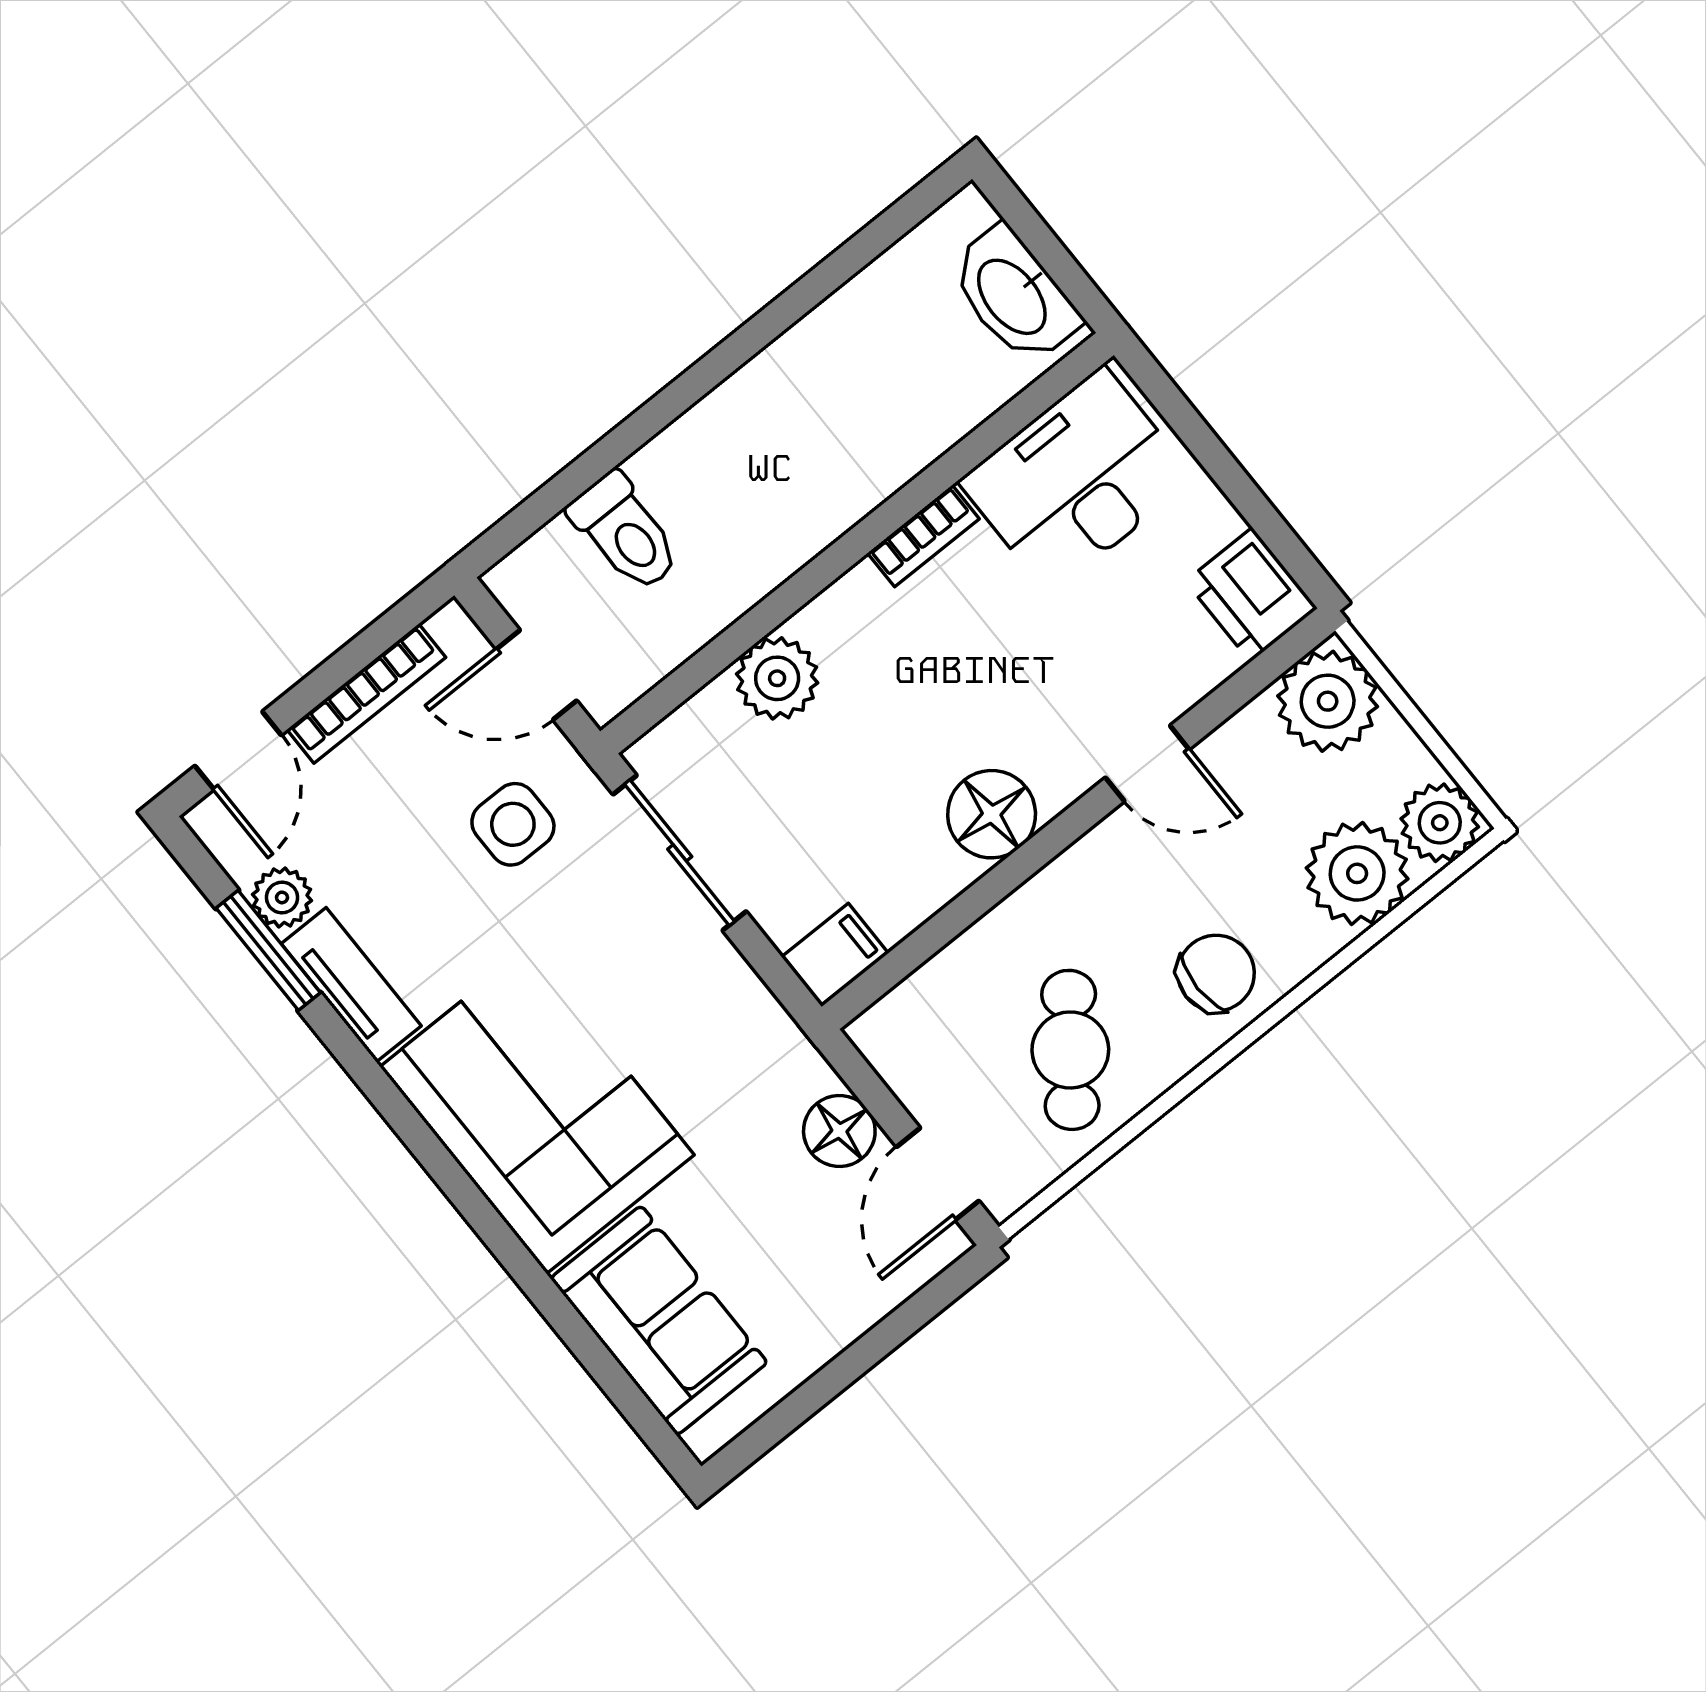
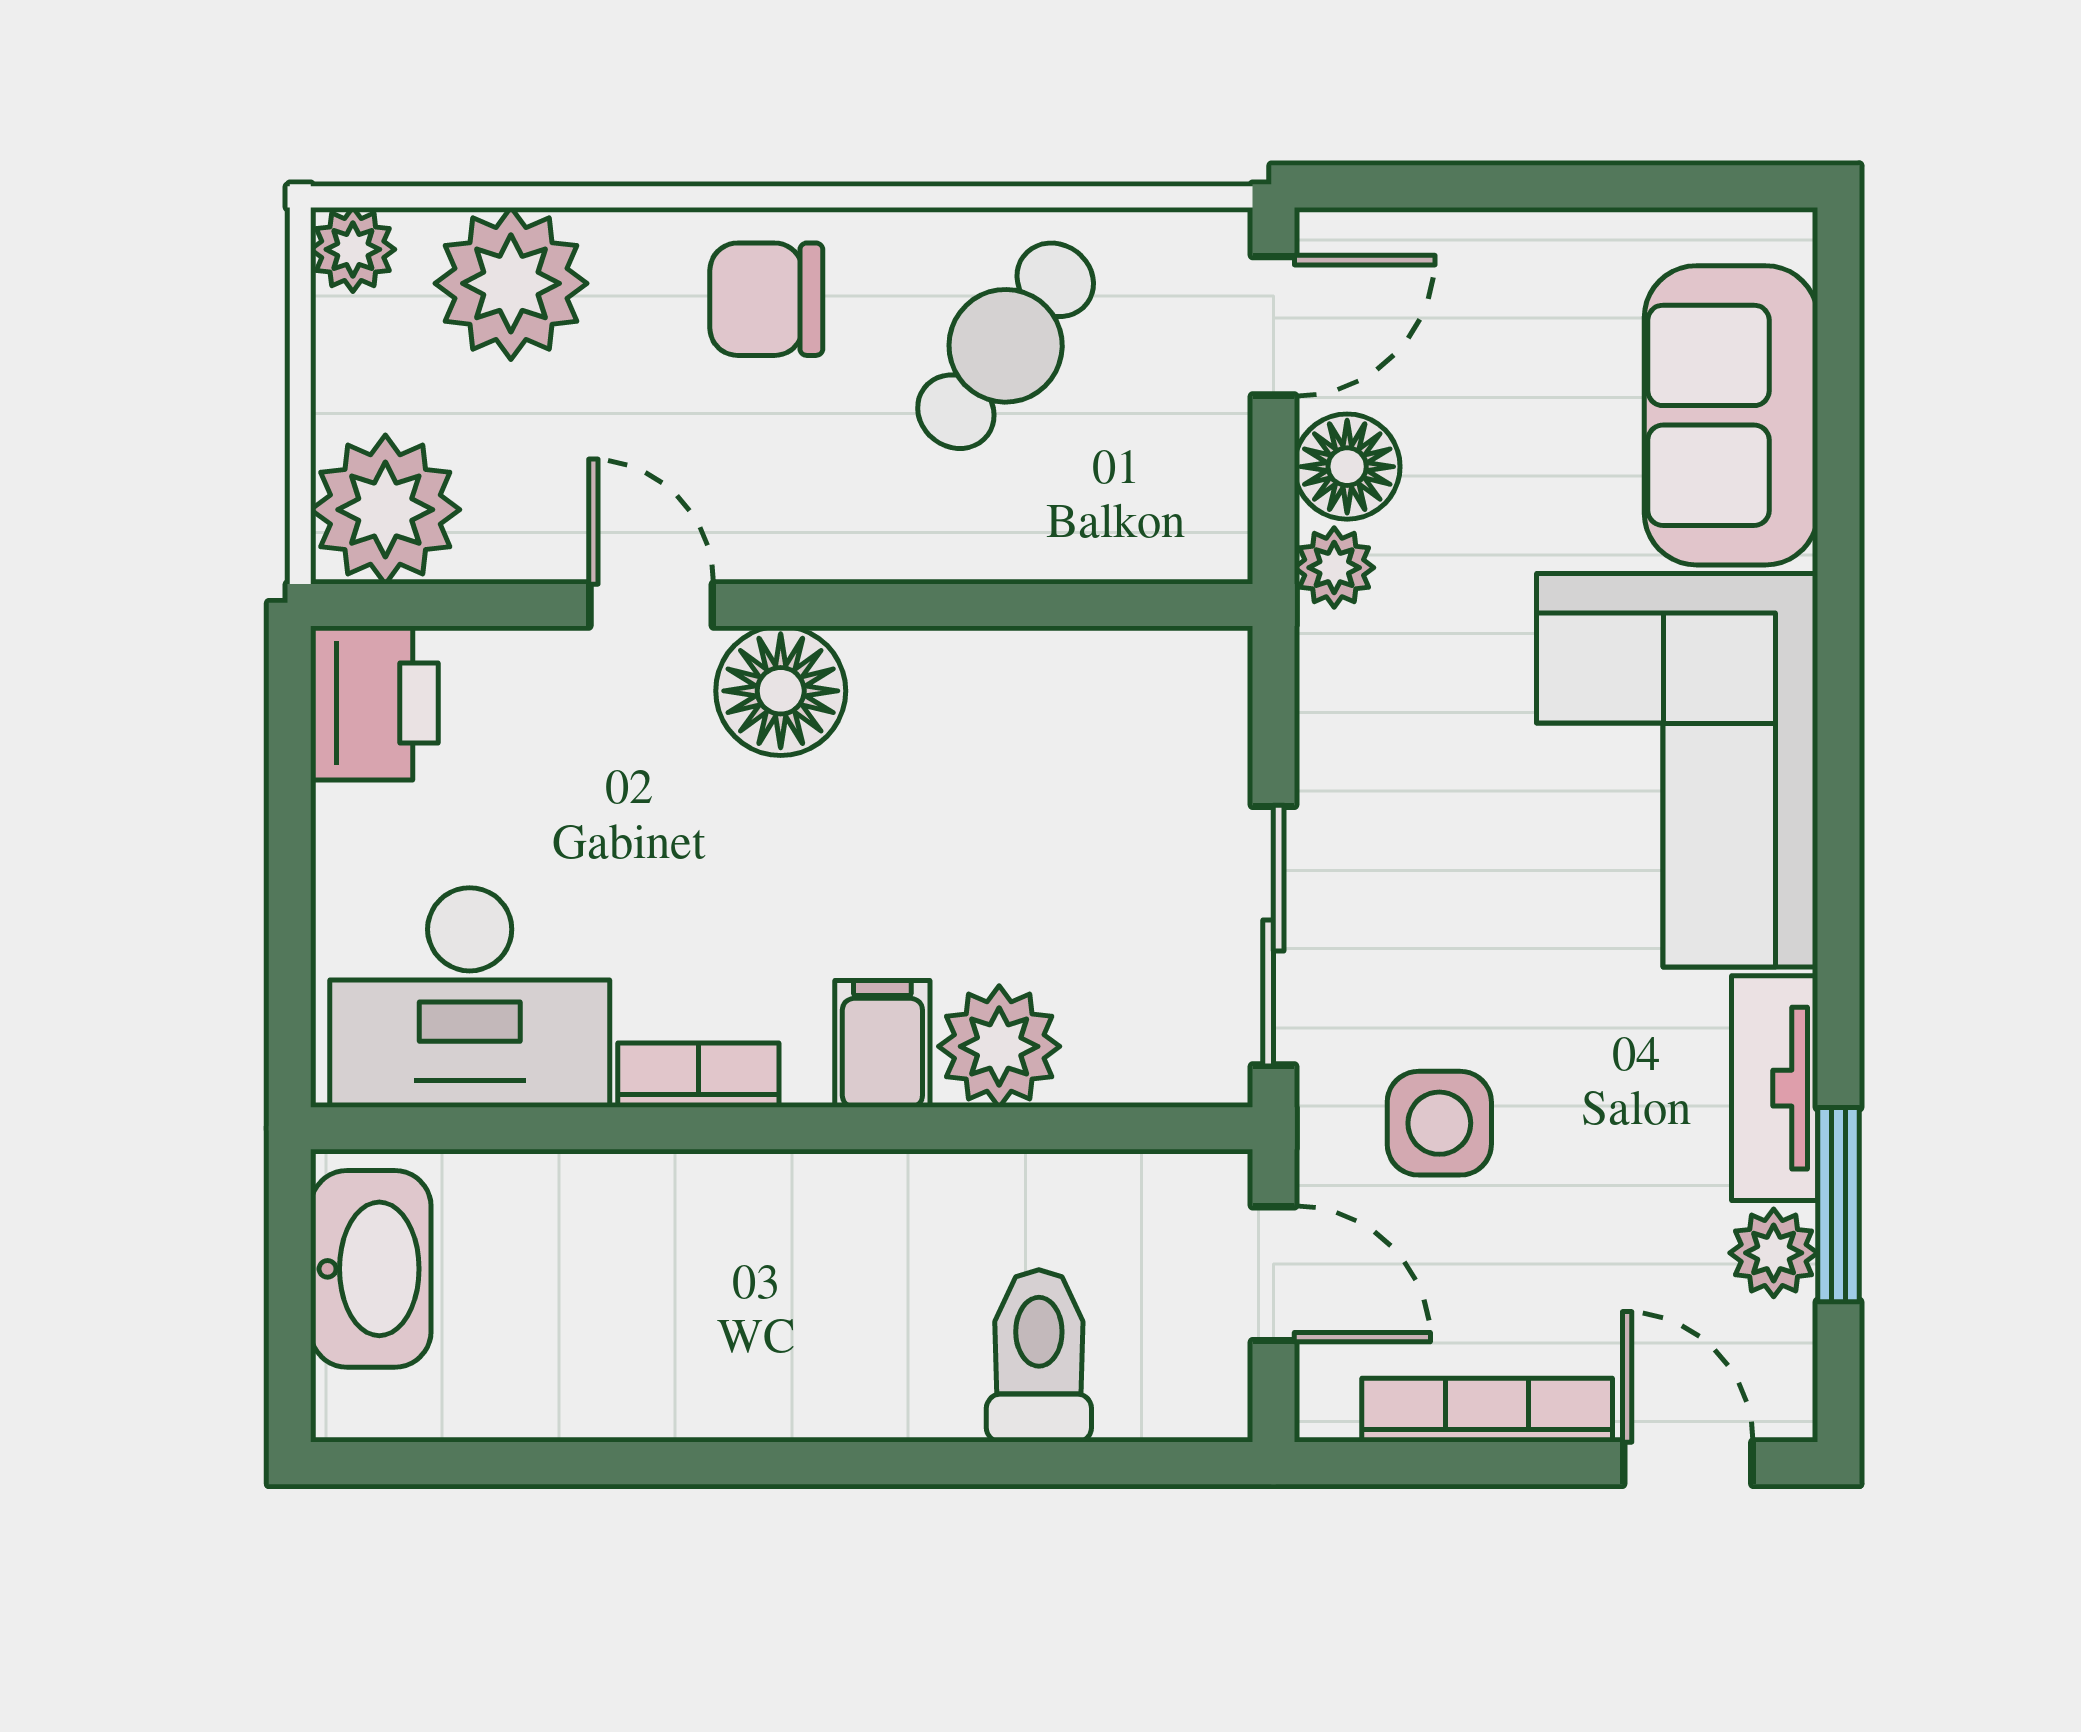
door: (238, 751) -> (1688, 1463), hinge flipped
floor lamp: (992, 814) -> (781, 691), moved
plant: (1440, 823) -> (353, 249), width x0.73, depth x0.73
filing cabinet: (835, 955) -> (882, 1044), moved, turned 90
plant: (803, 1072) -> (1334, 568), added

